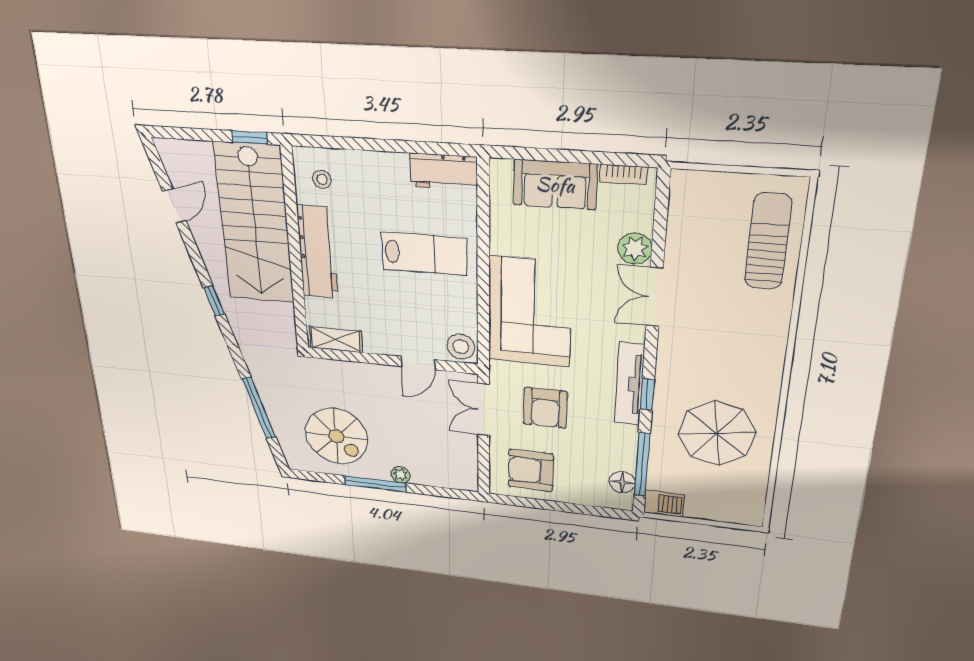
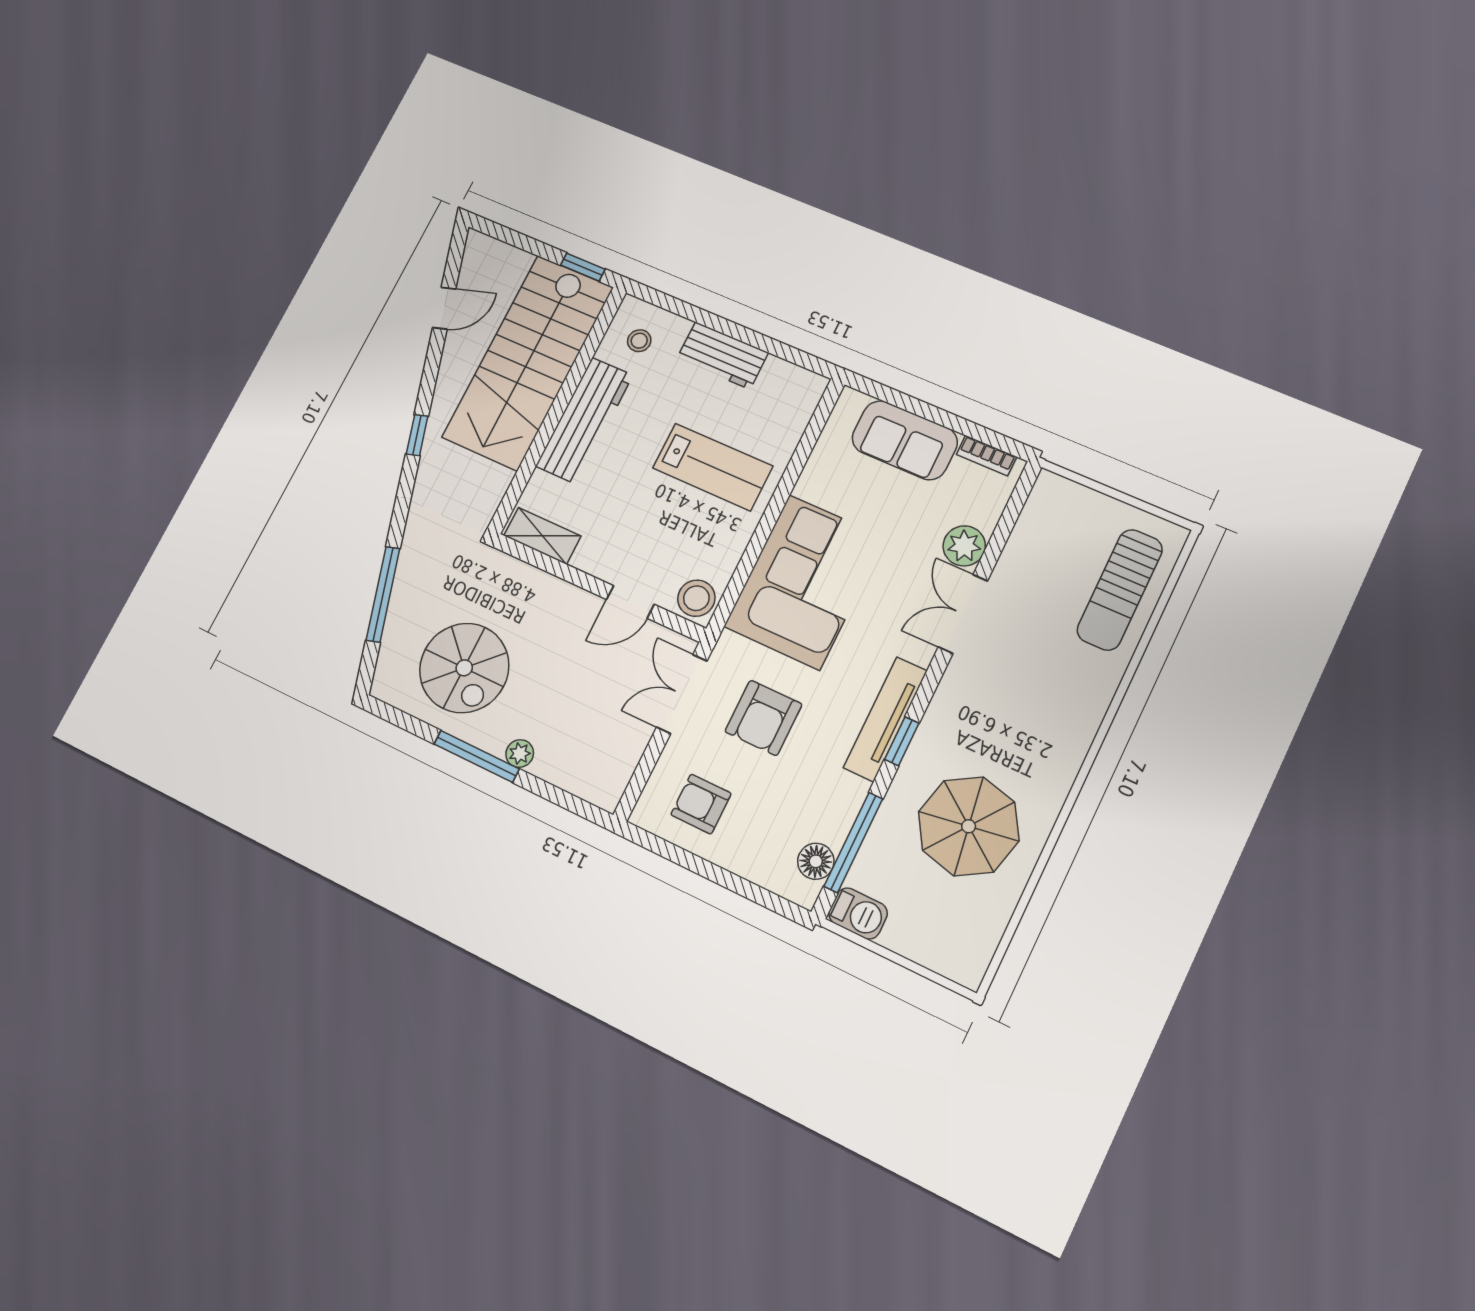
workbench: (444, 172) -> (723, 356), moved
sun lounger: (768, 241) -> (1120, 590), turned 180
armchair: (531, 470) -> (701, 804), width x0.72, depth x0.72

